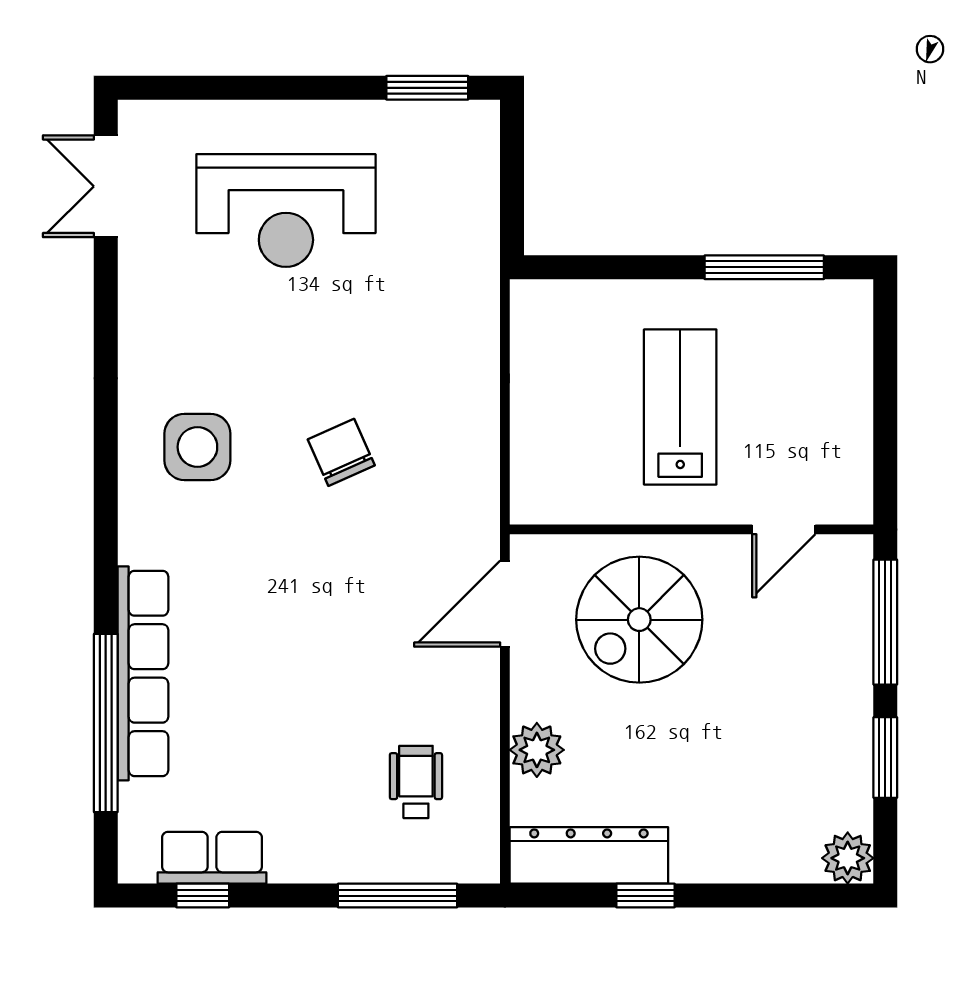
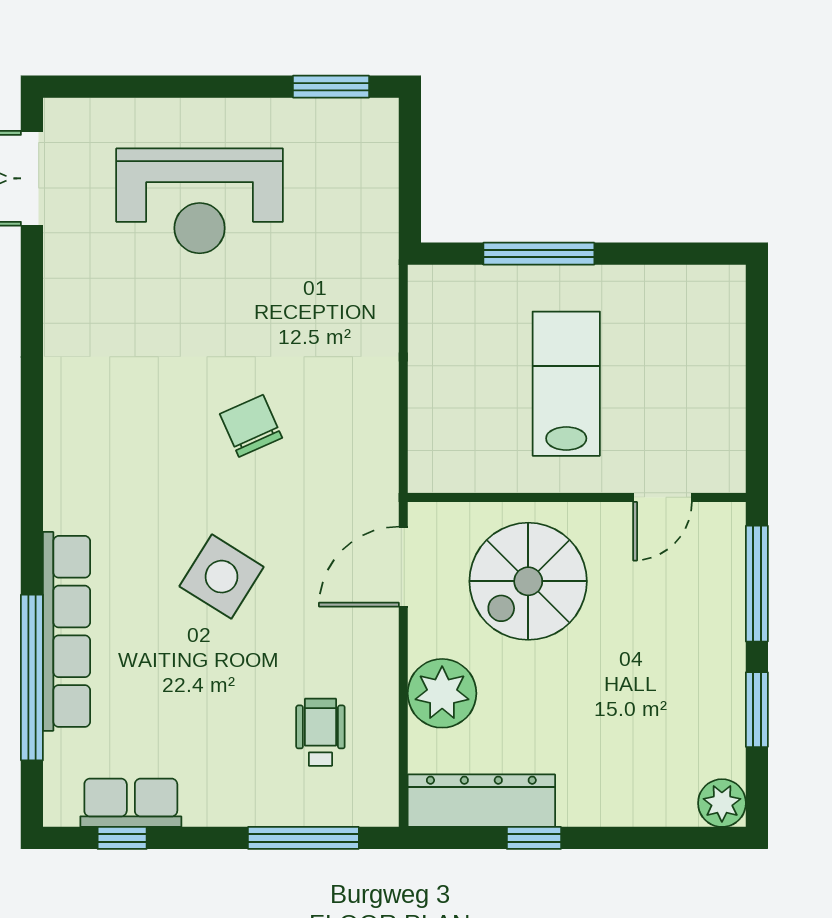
window: (764, 267) -> (539, 254), moved
side table: (197, 447) -> (222, 577), moved, turned 32
plant: (537, 750) -> (442, 693), width x1.36, depth x1.36

